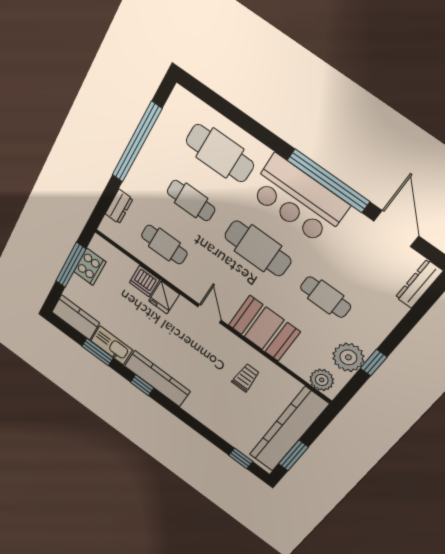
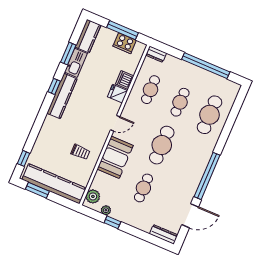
bar counter: (298, 199) -> (194, 162), removed
dresser: (119, 206) -> (156, 54), moved
plant: (348, 357) -> (106, 210), width x0.53, depth x0.53

